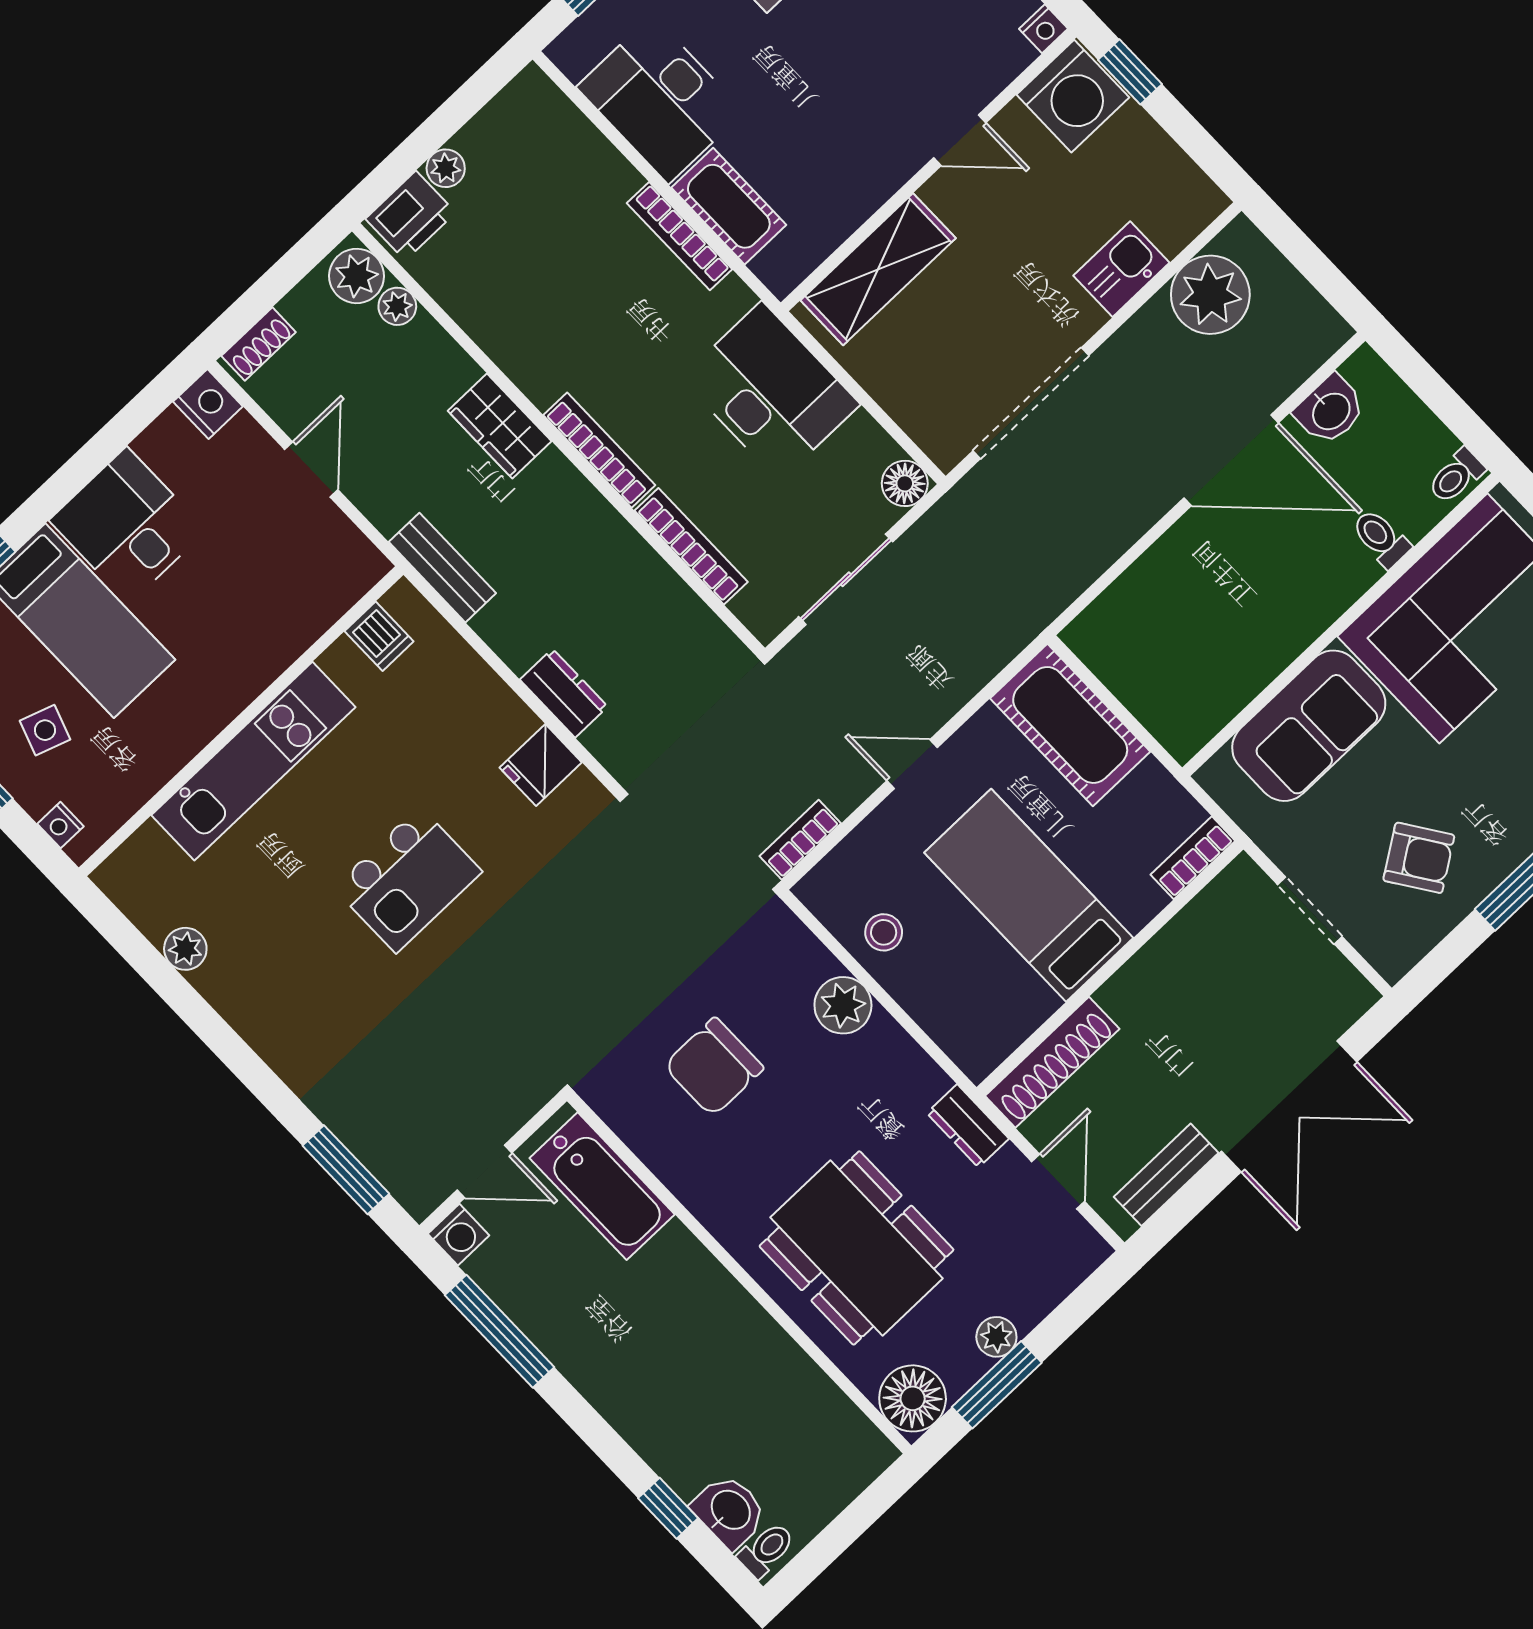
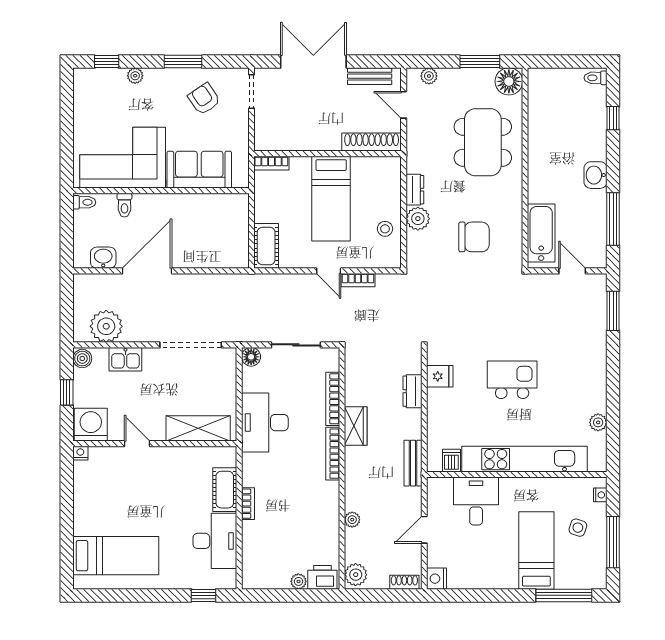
window: (1130, 72) -> (67, 392), moved
boiler: (1198, 198) -> (82, 359), added
bookcase: (679, 236) -> (248, 504), width x0.64
plant: (397, 306) -> (352, 520), moved
wardrobe: (500, 426) -> (356, 426), moved
door: (1231, 460) -> (147, 271), hinge flipped
desk: (128, 525) -> (476, 501), moved, turned 180
cot: (1070, 725) -> (266, 246), width x0.73, depth x0.75
kitchen unit: (253, 761) -> (524, 459), width x1.36
bookcase: (800, 840) -> (358, 280), moved
doorway: (1310, 911) -> (252, 92), moved
dresser: (968, 1126) -> (415, 190), moved
door: (1058, 1181) -> (404, 105), hinge flipped
washing machine: (459, 1235) -> (598, 259), removed
plant: (996, 1337) -> (429, 76), moved
washbasin: (730, 1511) -> (595, 175), moved

